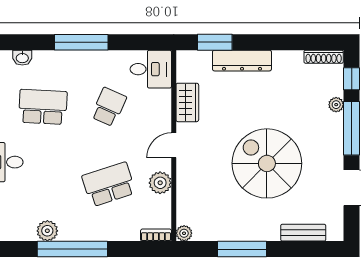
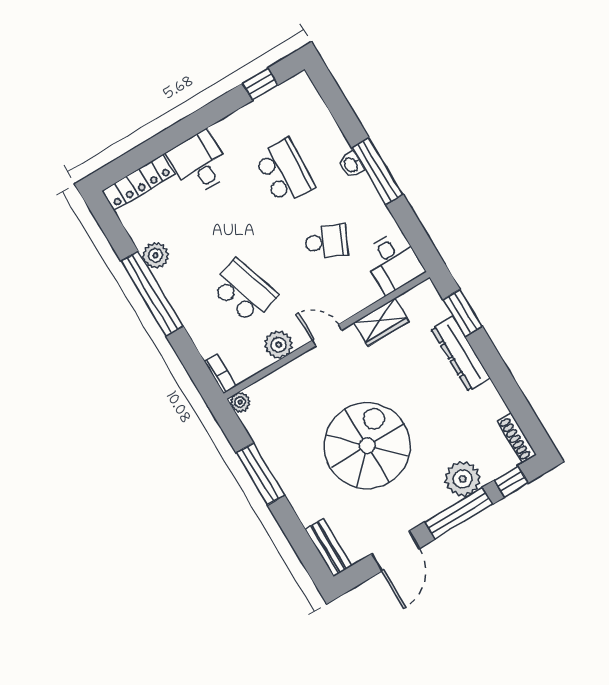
washbasin: (22, 58) -> (351, 165), moved
plant: (336, 105) -> (463, 479), width x1.87, depth x1.87
bench: (303, 233) -> (328, 548), moved

